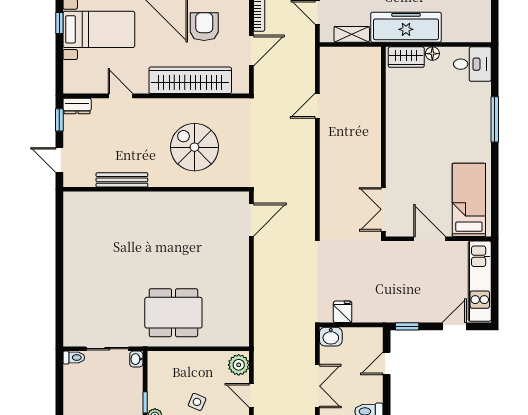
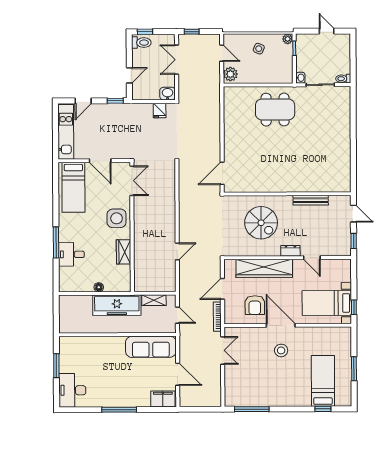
wardrobe: (406, 57) -> (124, 252), moved, turned -90
desk: (472, 64) -> (71, 254), moved
dresser: (77, 106) -> (290, 251), moved
side table: (406, 154) -> (117, 218), added

